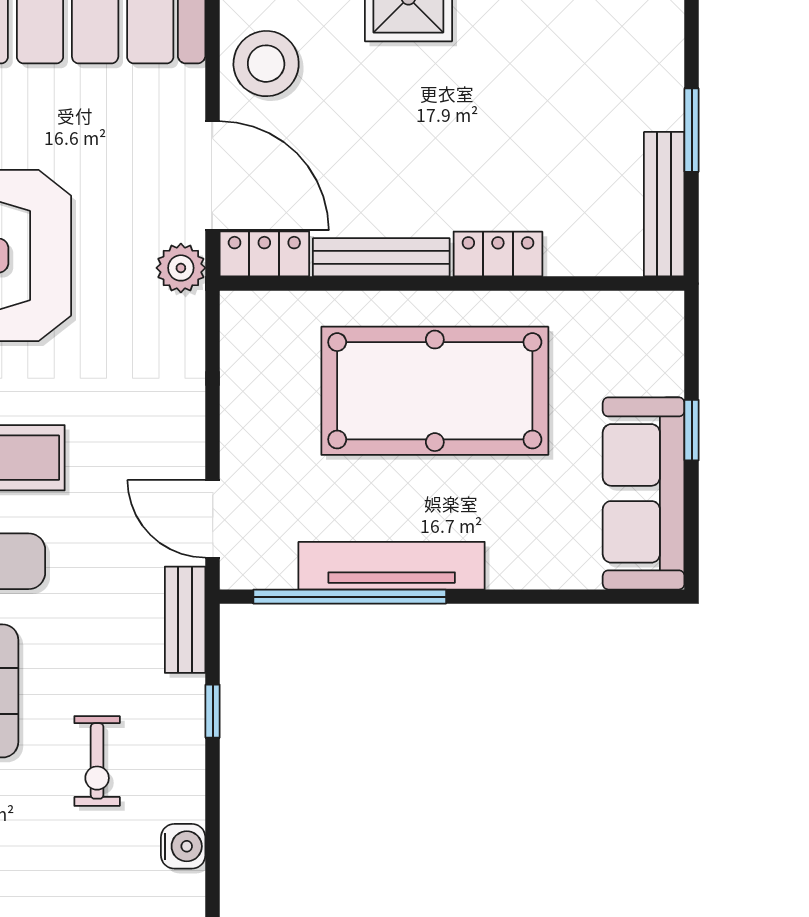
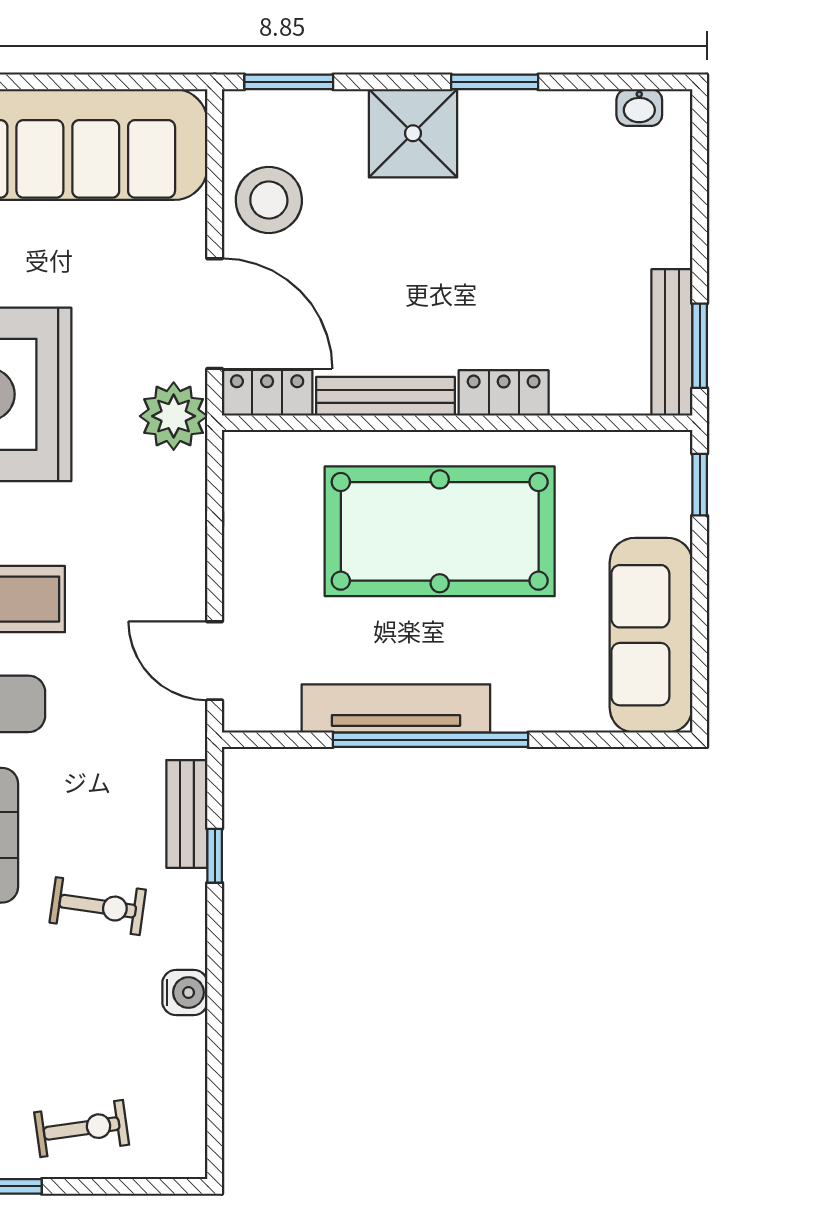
window: (692, 130) -> (700, 346), moved
plant: (181, 268) -> (174, 416), width x1.36, depth x1.36
window: (692, 430) -> (700, 485), moved
window: (350, 597) -> (431, 740), moved
bench: (185, 620) -> (187, 814), moved
exercise bike: (97, 761) -> (98, 906), turned -82

